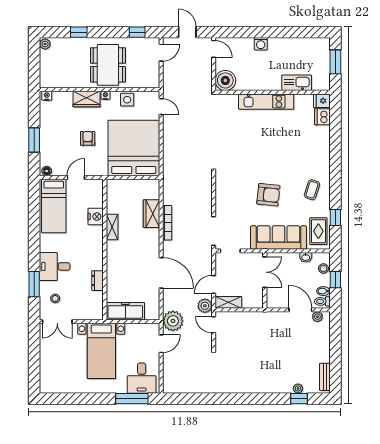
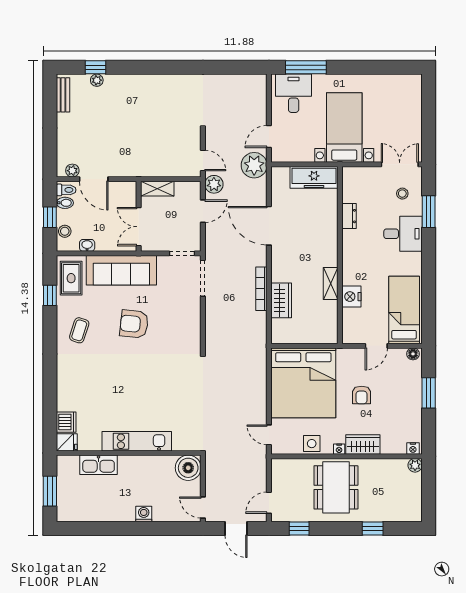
plant: (45, 44) -> (415, 465), moved
shelving: (228, 302) -> (157, 189), moved

